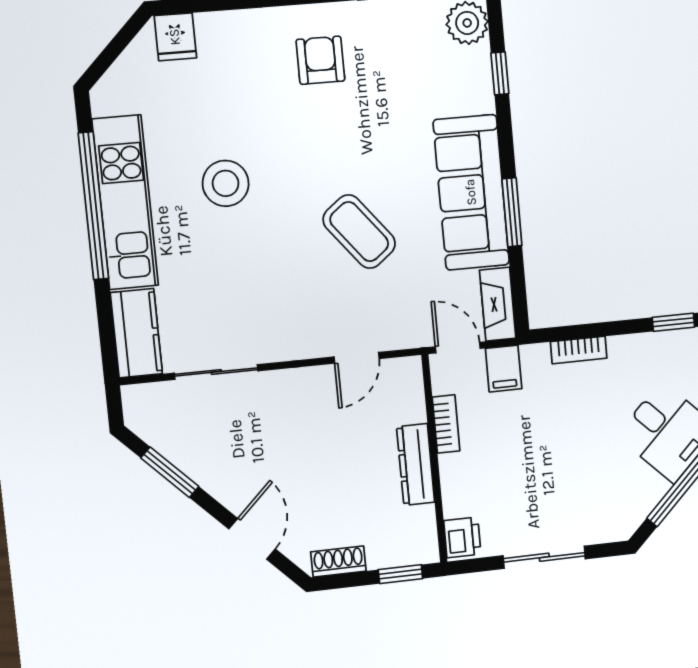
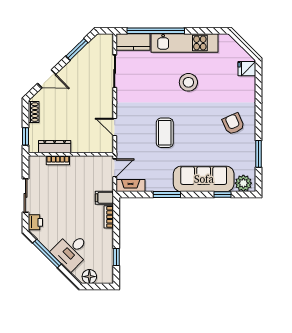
armchair: (320, 60) -> (233, 124), turned -114
sofa: (471, 192) -> (204, 179), moved
window: (93, 206) -> (156, 31), moved
coffee table: (359, 232) -> (165, 133), turned -52
filing cabinet: (504, 369) -> (104, 198), moved
bookcase: (446, 424) -> (58, 160), moved
dresser: (416, 464) -> (55, 147), moved
printer: (462, 537) -> (35, 222), moved, turned -90

